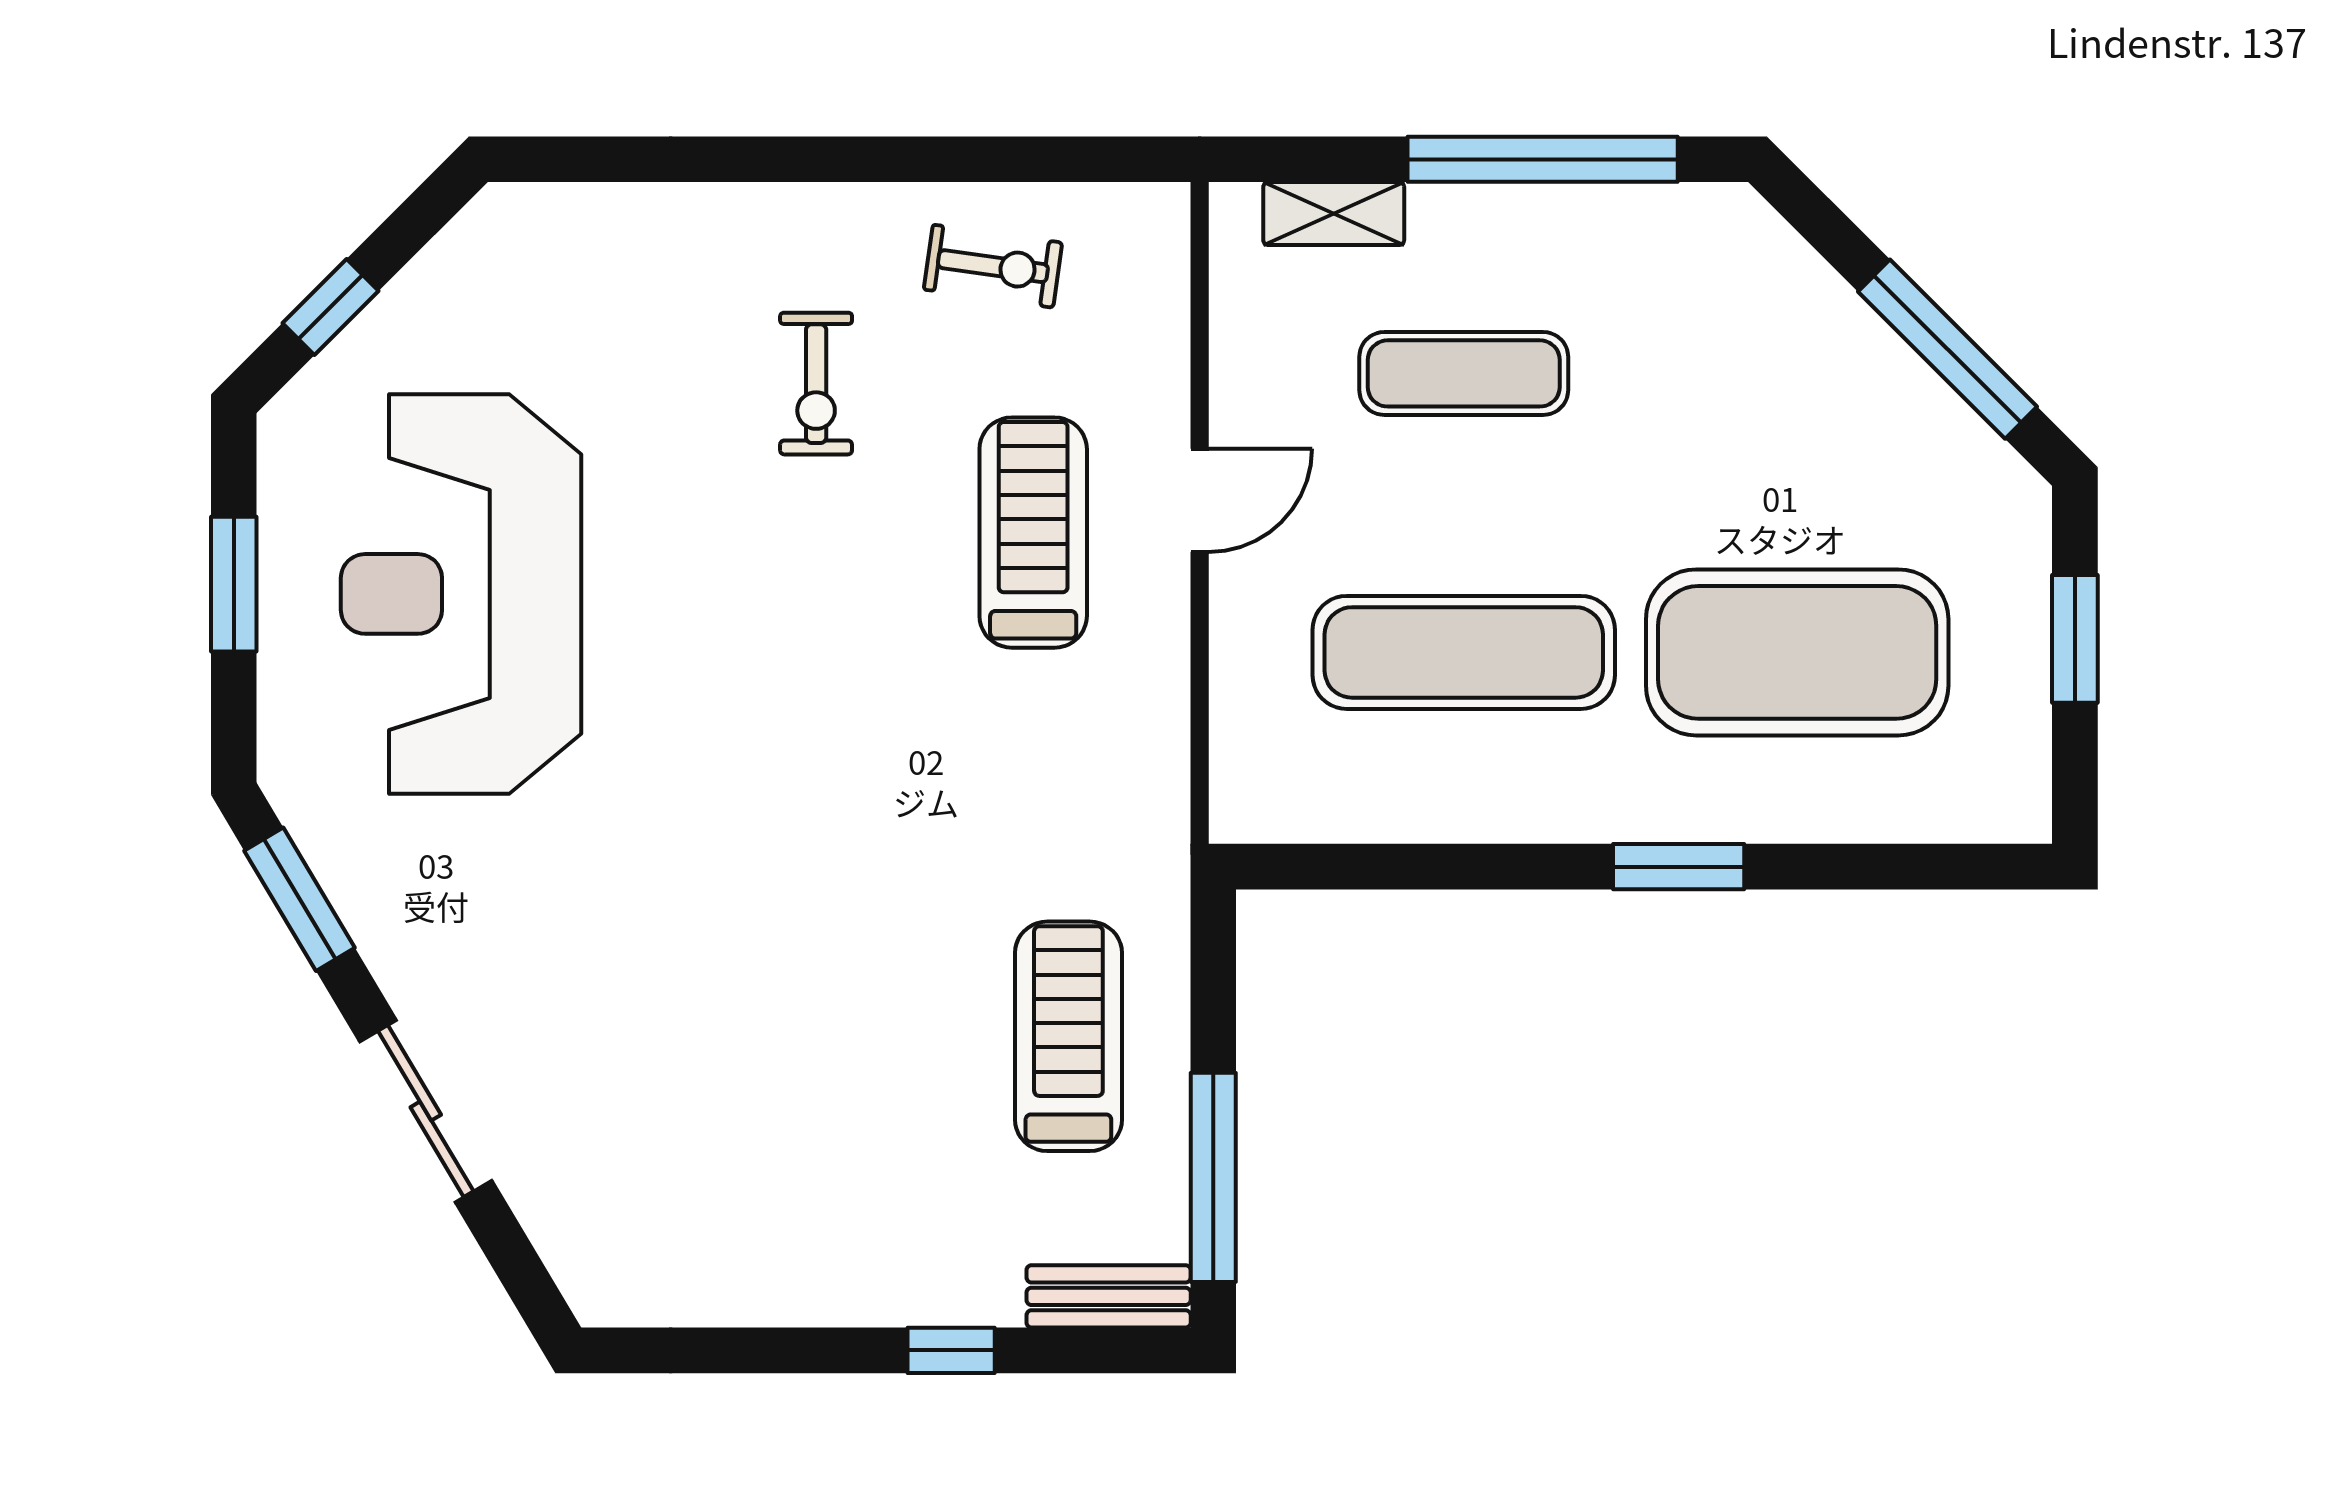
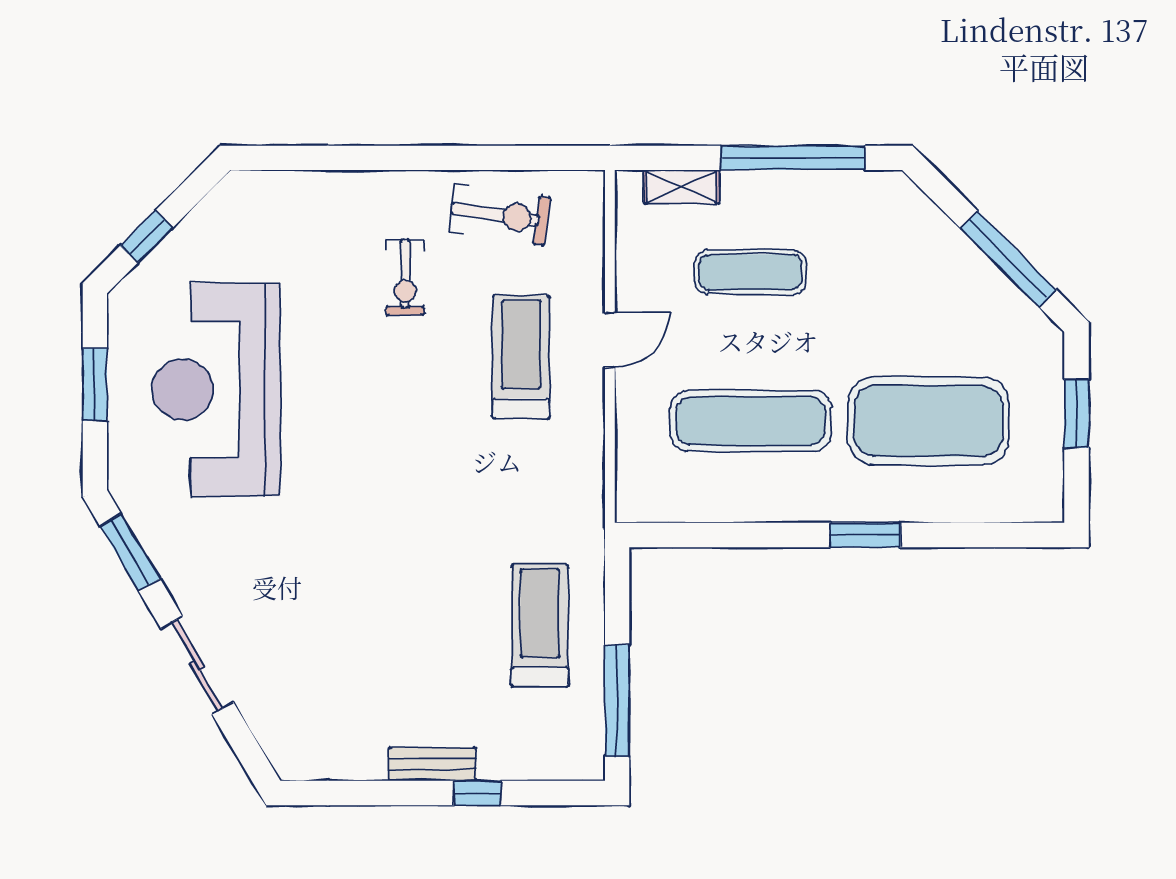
exercise bike: (993, 266) -> (500, 215), width x1.38, depth x1.39
bench: (1109, 1296) -> (432, 764), moved

